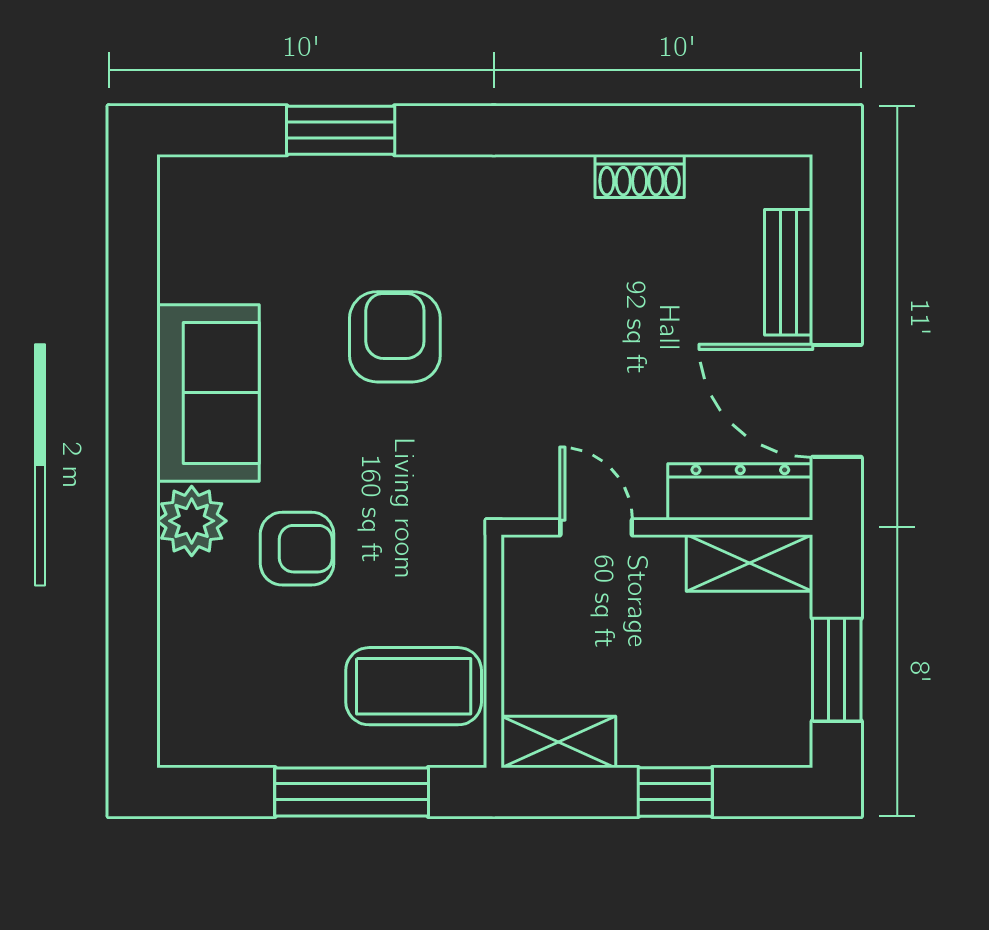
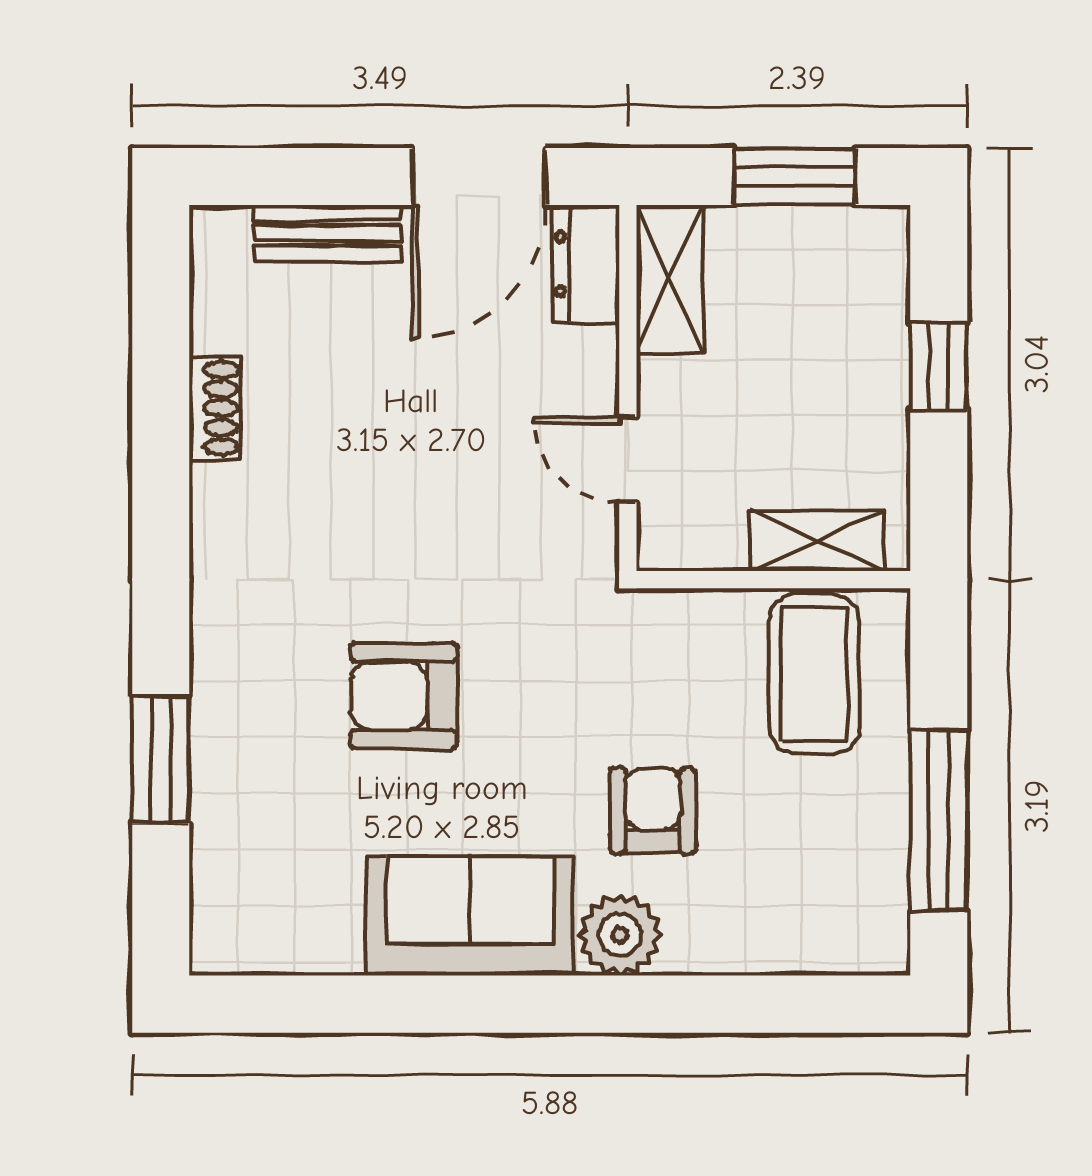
dresser: (740, 492) -> (586, 264), width x0.70
door: (596, 527) -> (628, 459), hinge flipped
shelving: (558, 742) -> (817, 541), moved, turned 90
window: (352, 792) -> (939, 820), moved

